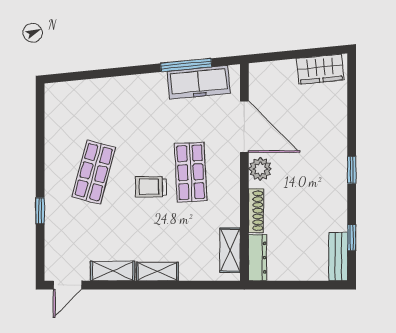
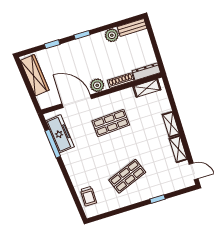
wardrobe: (320, 69) -> (35, 75), width x1.50
door: (244, 127) -> (77, 101), hinge flipped
shop shelf: (94, 172) -> (127, 176), turned -36
trolley: (151, 187) -> (88, 196), moved
plant: (336, 219) -> (112, 35), added
window: (352, 238) -> (52, 44), moved

